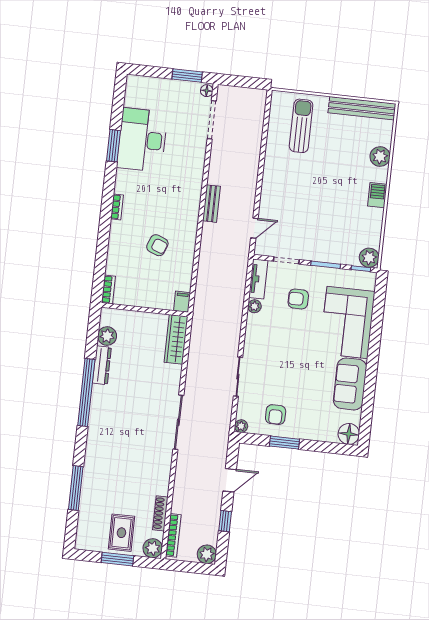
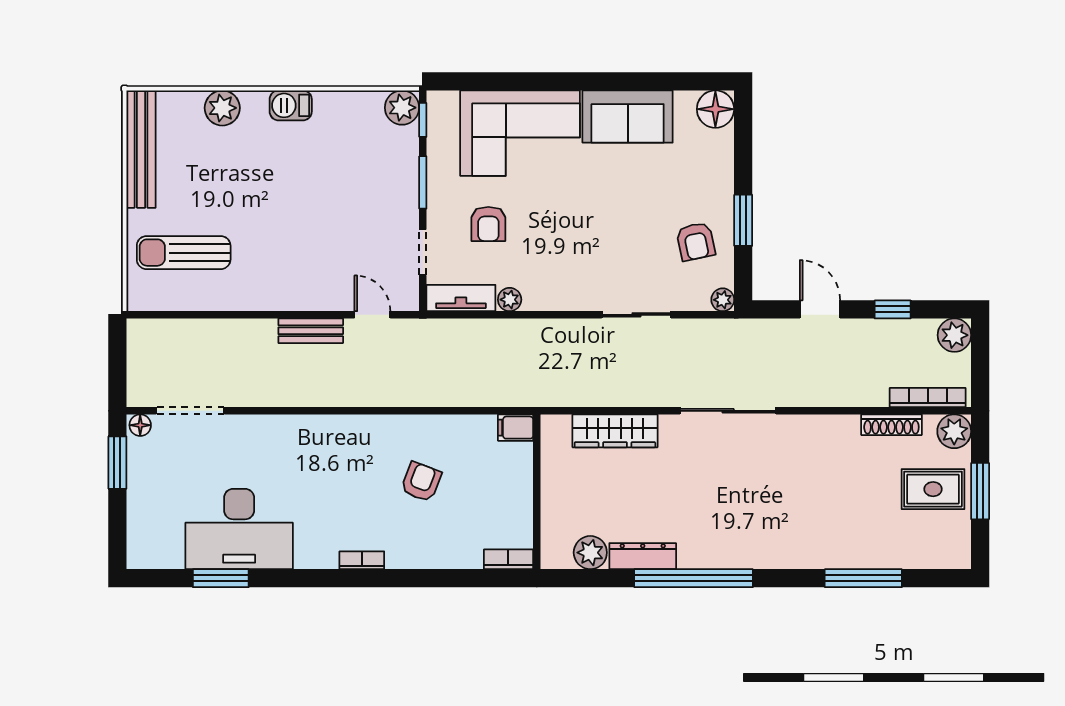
window: (114, 146) -> (221, 578), moved
bench: (212, 204) -> (311, 331), moved
wardrobe: (176, 339) -> (615, 431), moved
armchair: (276, 415) -> (696, 241), turned 78

